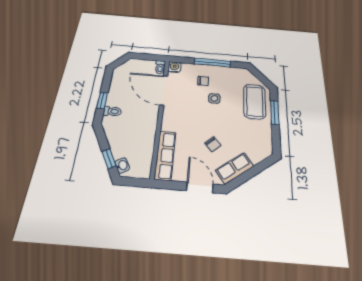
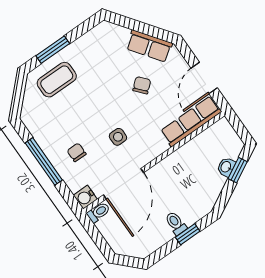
side table: (214, 98) -> (118, 137), moved
coffee table: (254, 101) -> (57, 80), width x0.73, depth x0.76
toilet: (112, 111) -> (176, 223), moved
washbasin: (122, 165) -> (226, 167), moved
door: (200, 187) -> (204, 78), moved

